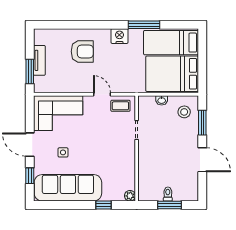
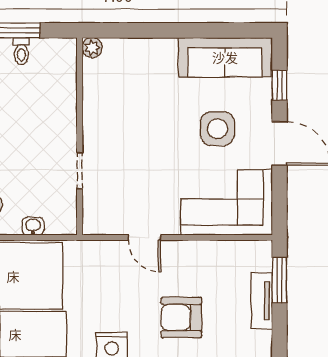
coffee table: (120, 106) -> (110, 216), removed
side table: (63, 152) -> (217, 129), width x1.87, depth x1.87
sofa: (68, 188) -> (225, 57), width x0.74, depth x0.79
window: (103, 205) -> (142, 30), removed

